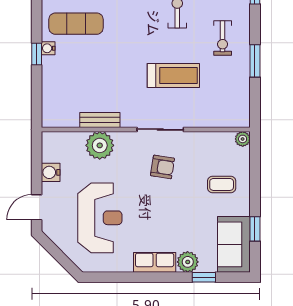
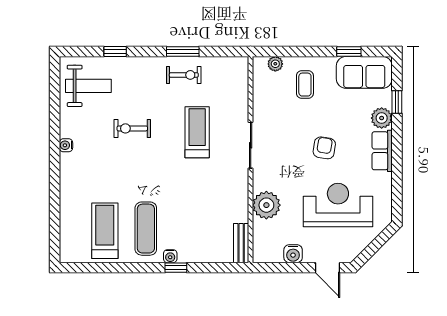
exercise bike: (223, 38) -> (184, 75), moved
bench: (100, 120) -> (241, 243), moved
plant: (243, 139) -> (275, 64), moved
armchair: (162, 167) -> (324, 148), moved

